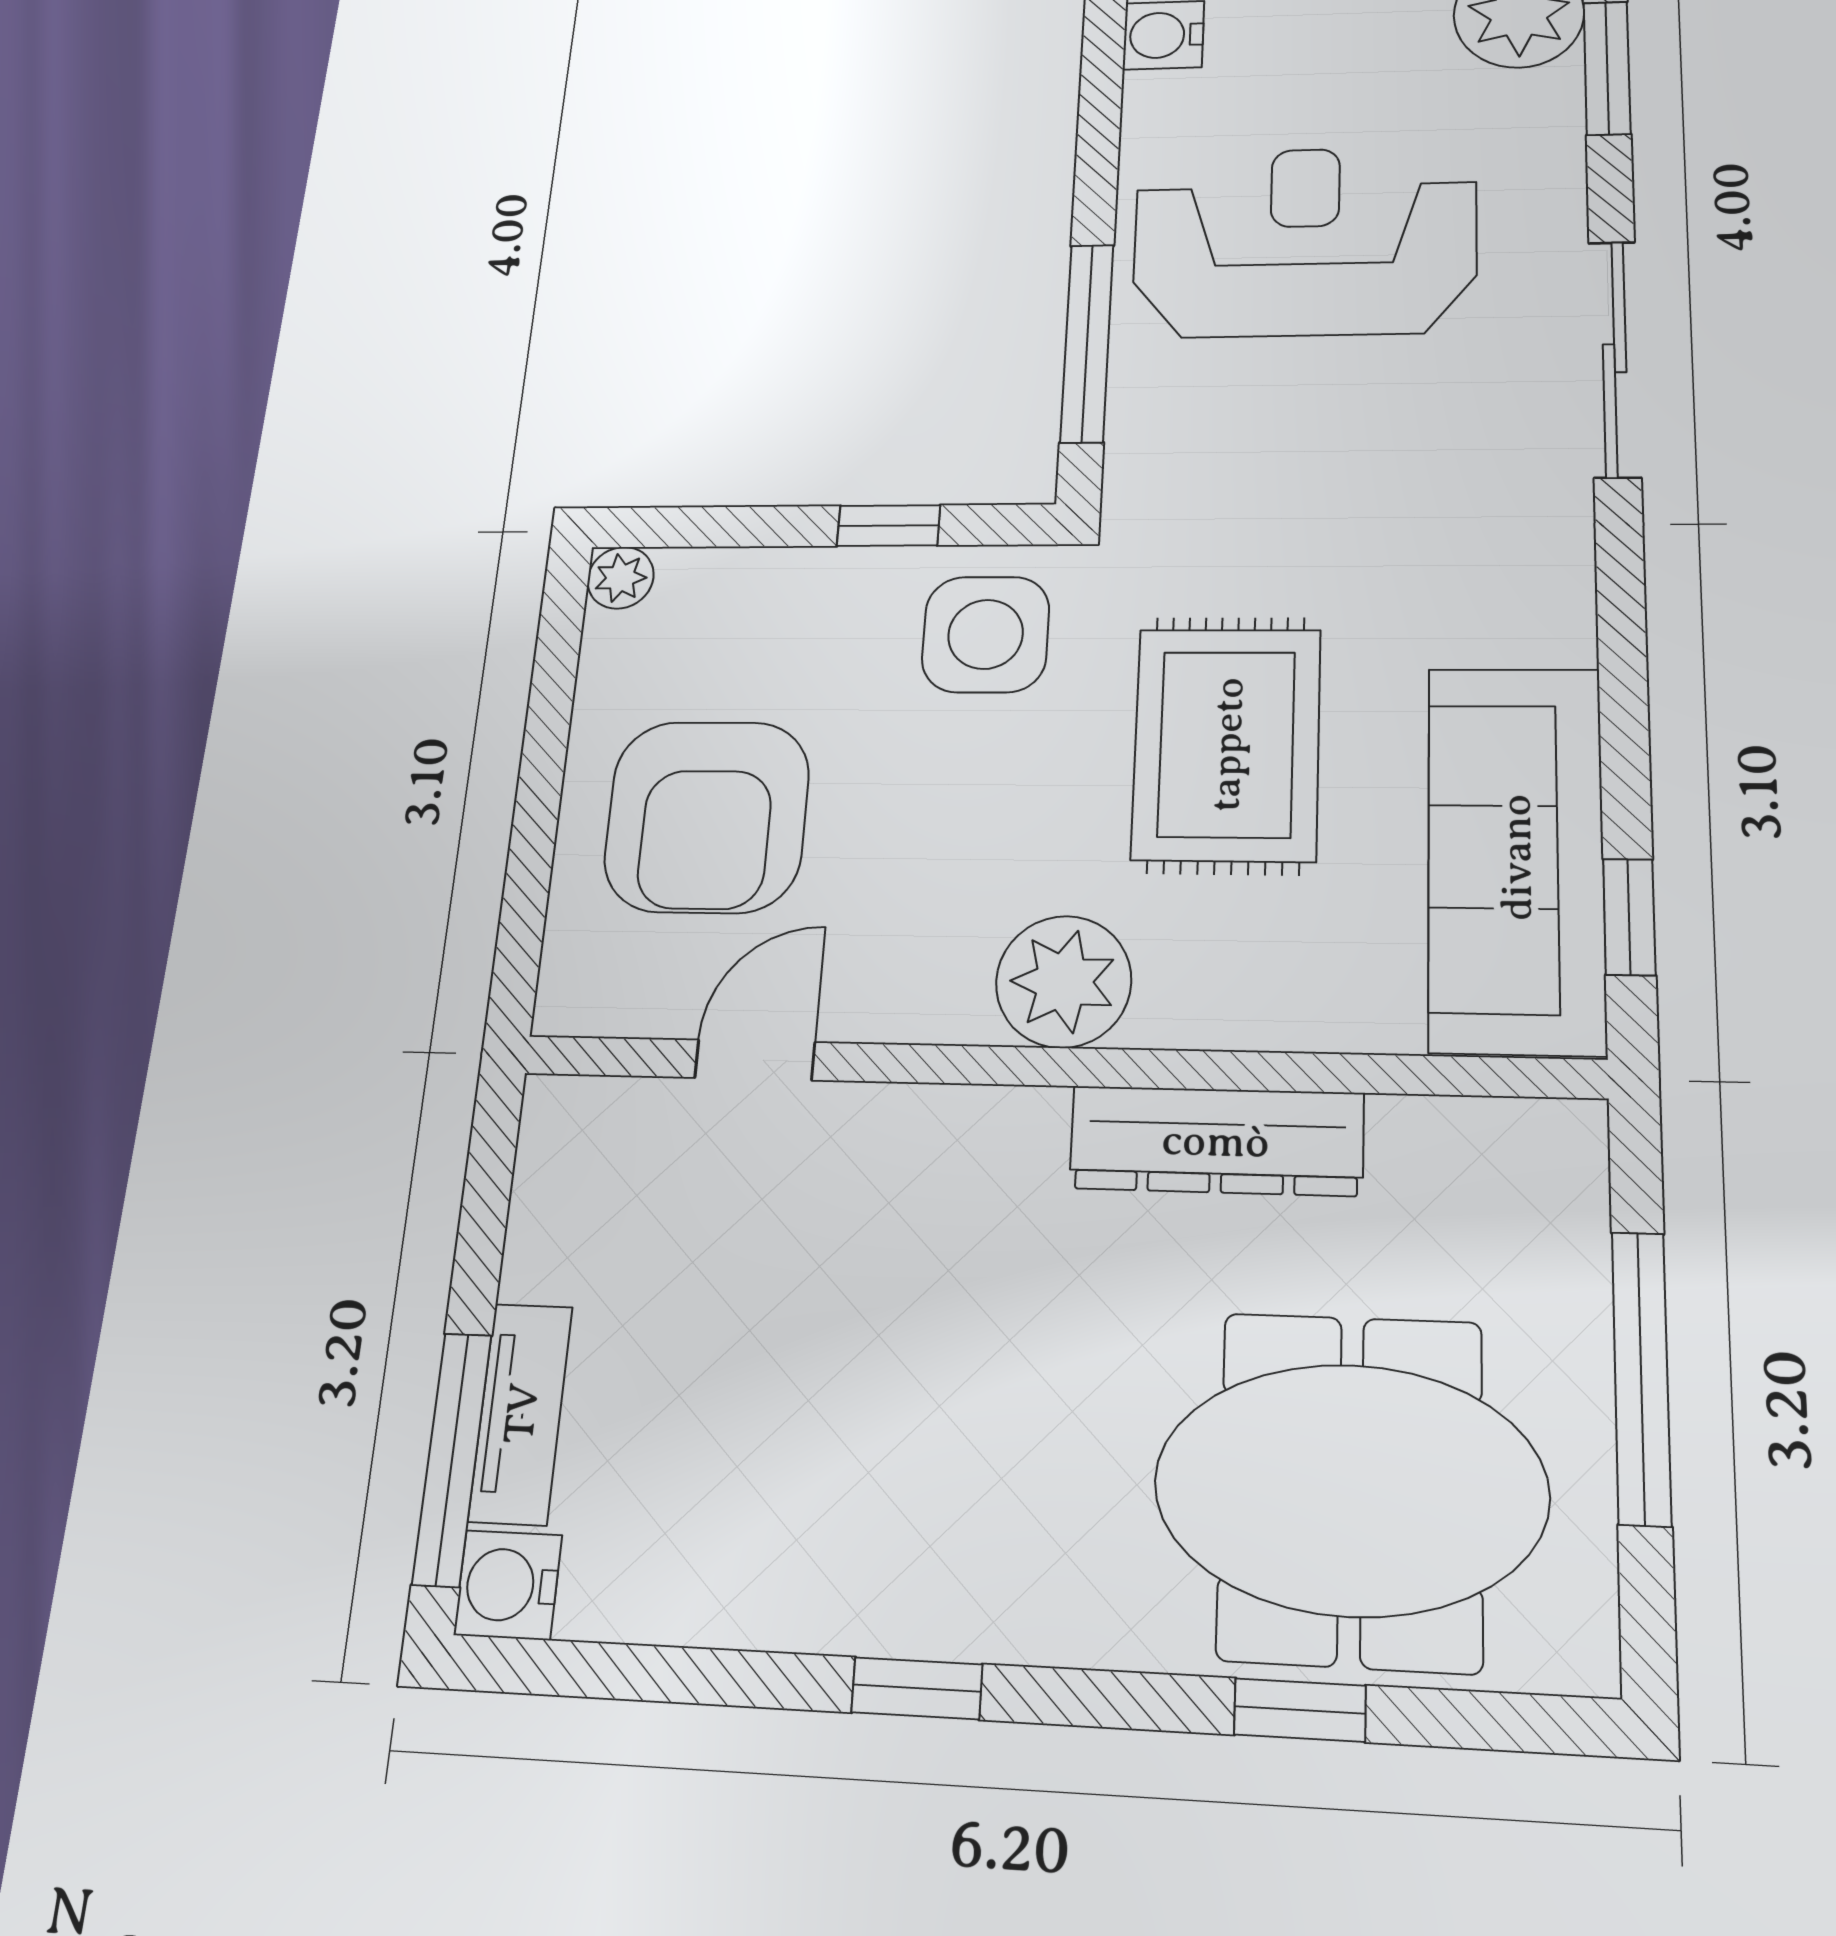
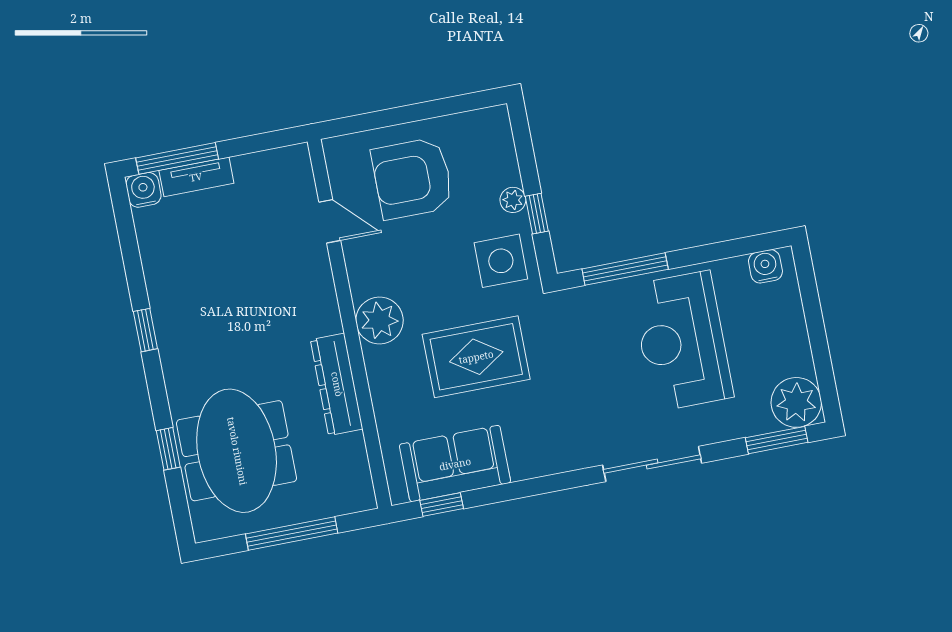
reception desk: (1304, 241) -> (682, 341), turned 180
plant: (621, 578) -> (513, 200), moved
sofa: (1516, 857) -> (455, 464), width x0.73

